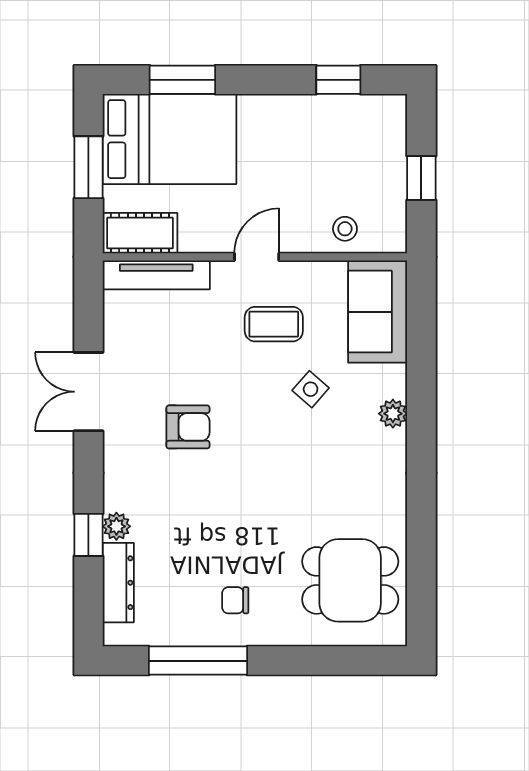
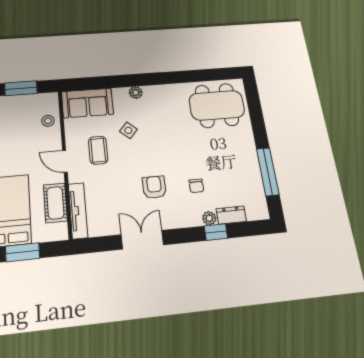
window: (421, 178) -> (21, 88), width x1.50
cot: (140, 233) -> (55, 203), moved
double door: (88, 392) -> (142, 240), swing flipped
dining table: (350, 580) -> (217, 105), width x1.38
dresser: (118, 583) -> (231, 215), width x0.70
chair: (235, 600) -> (196, 186), moved

